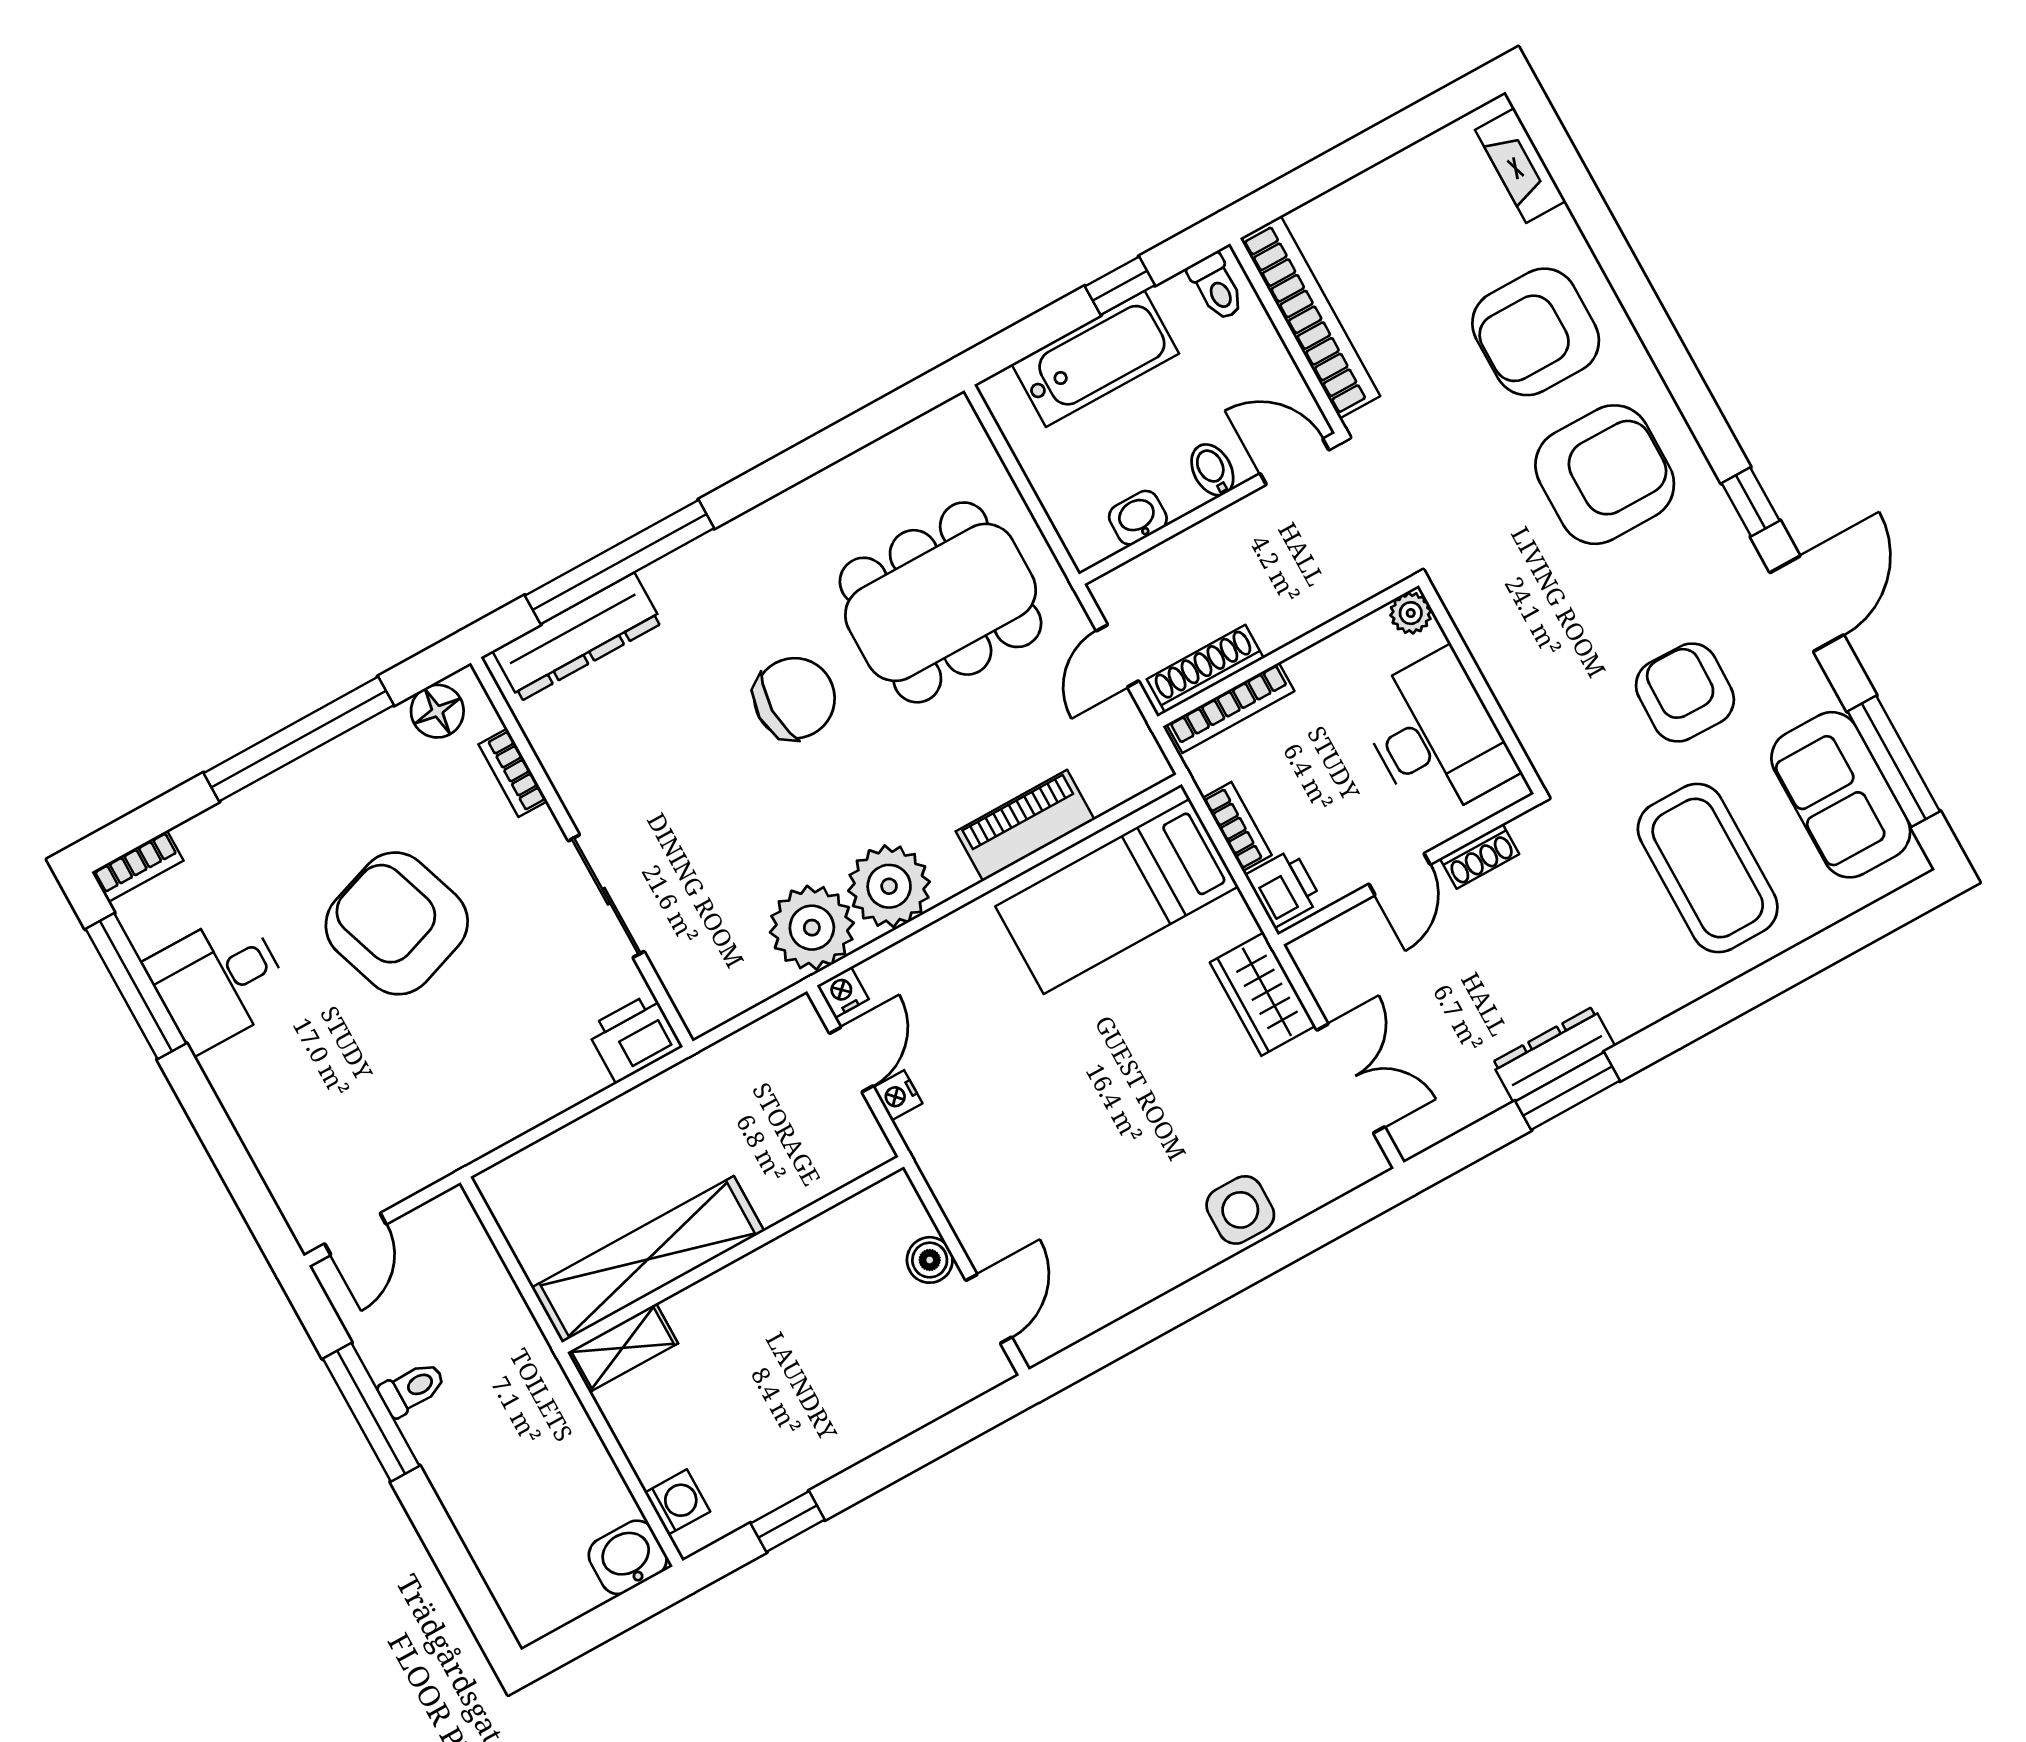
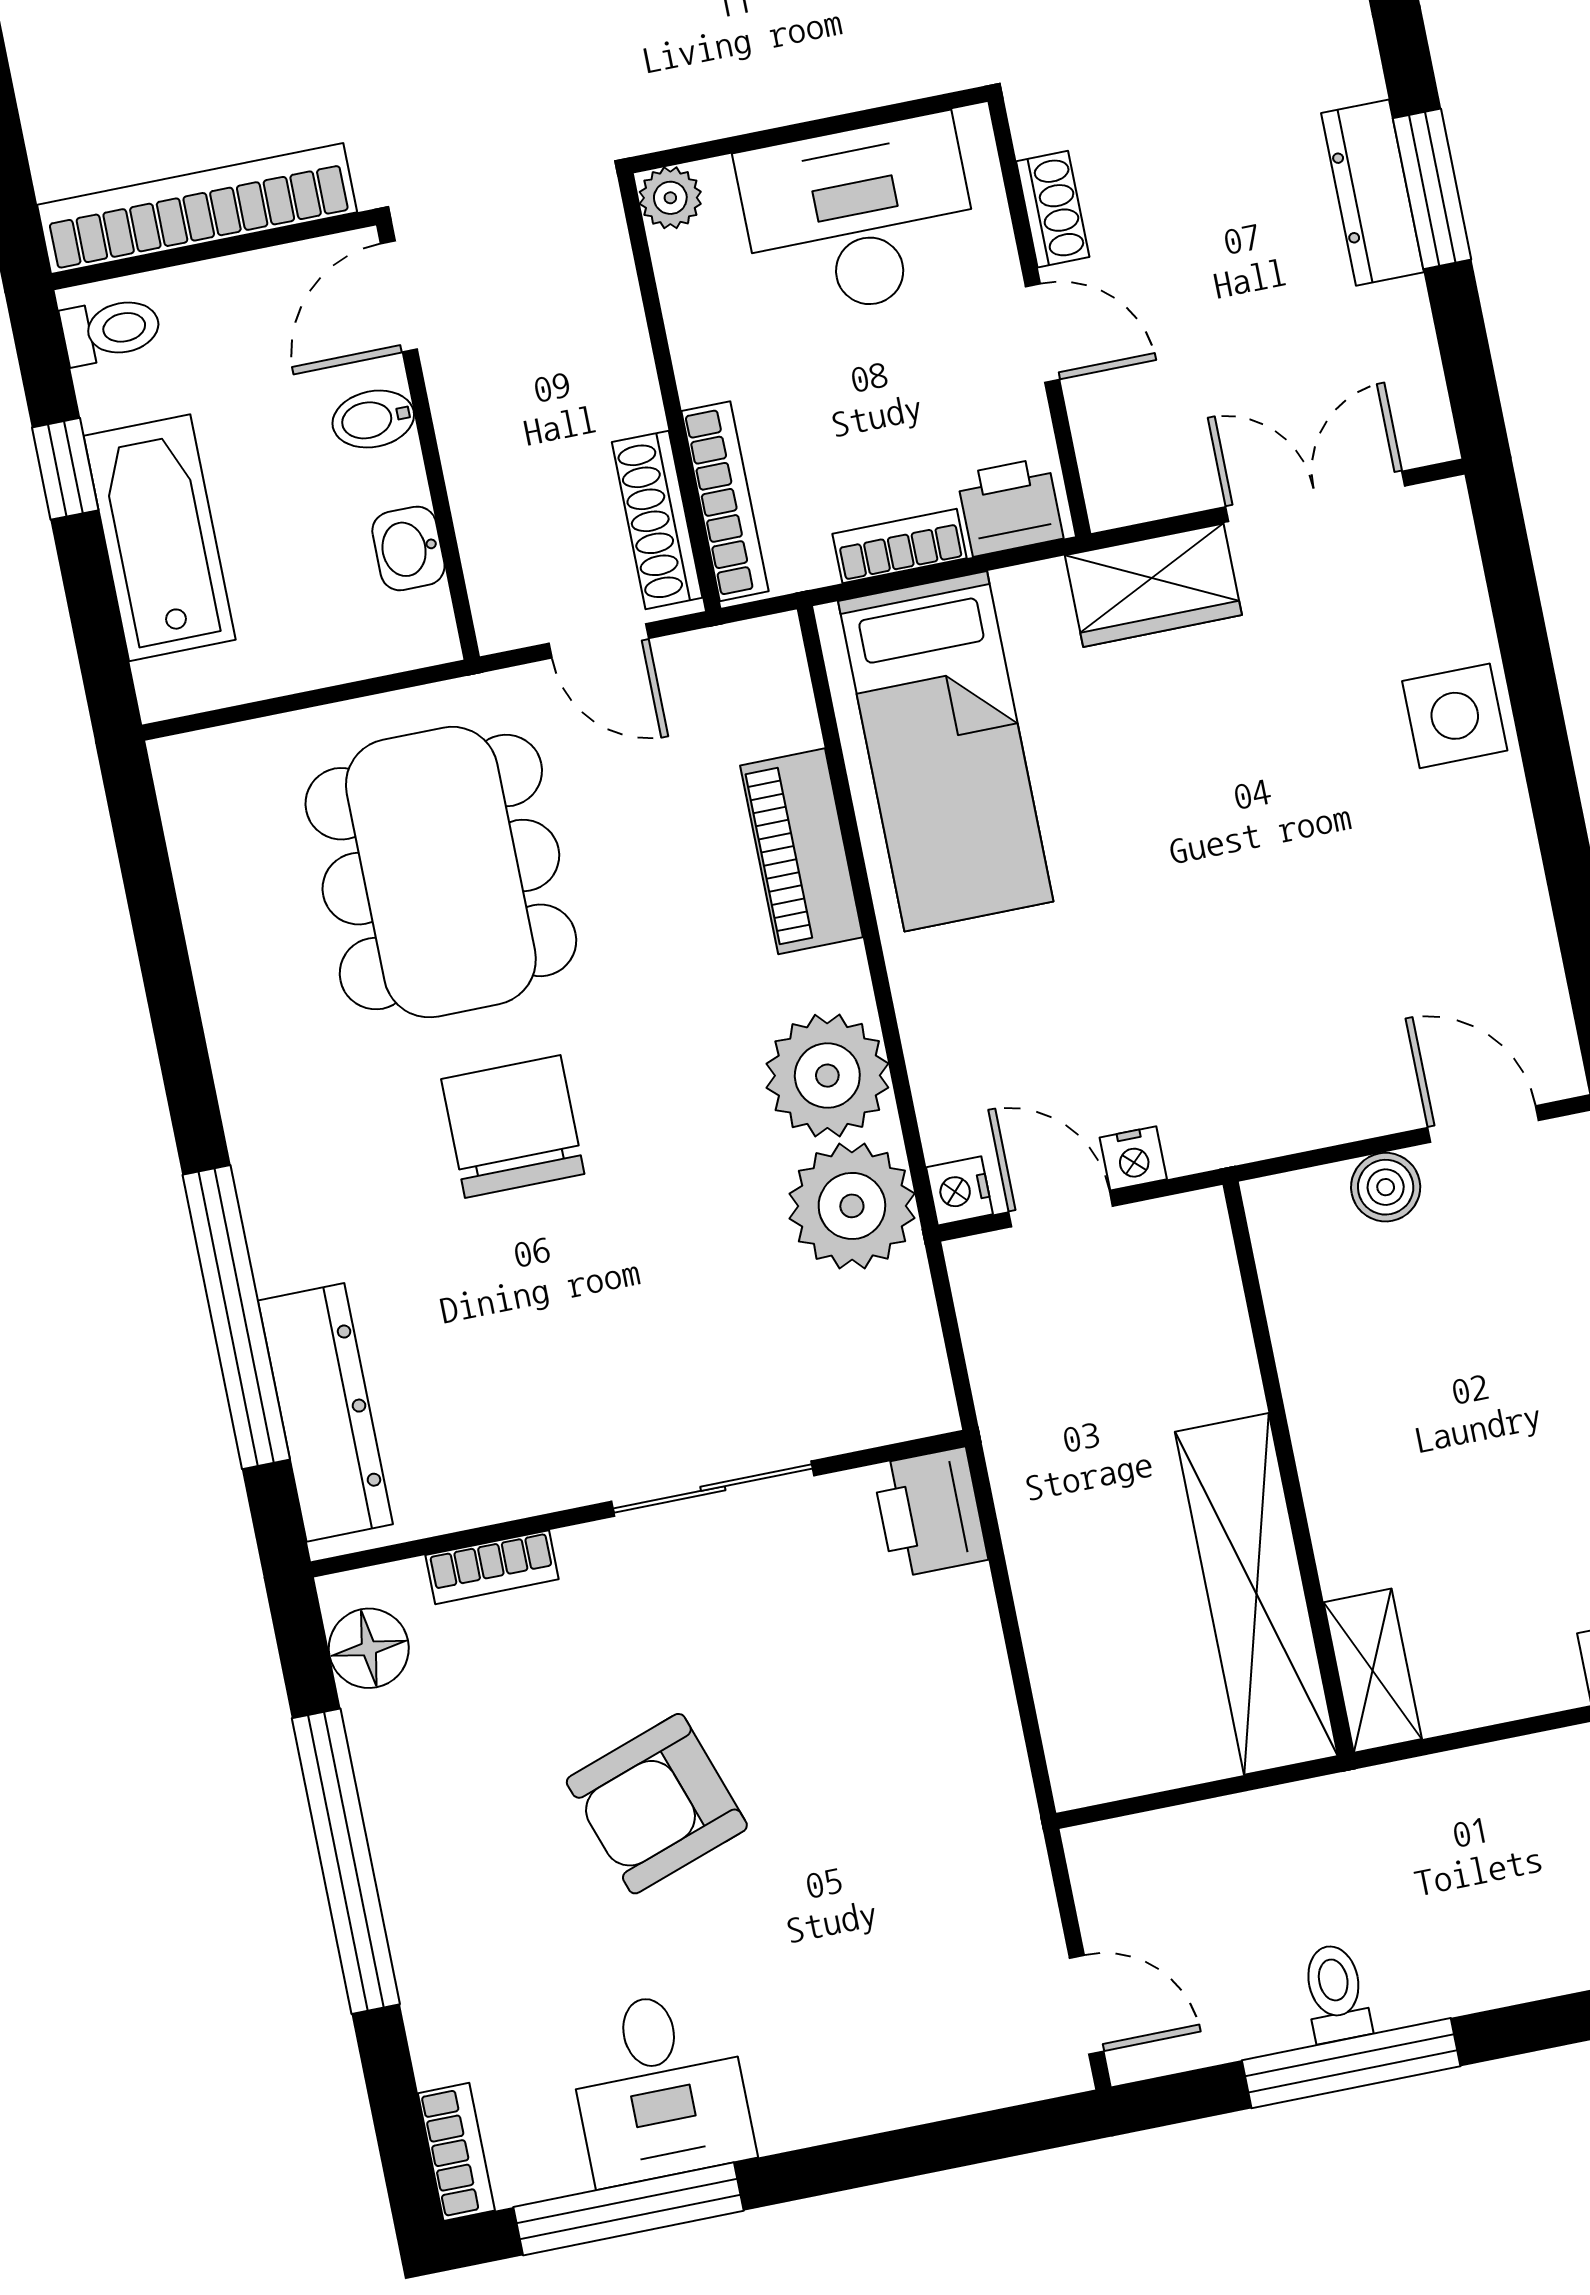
armchair: (397, 923) -> (657, 1804), width x0.73, depth x0.73

